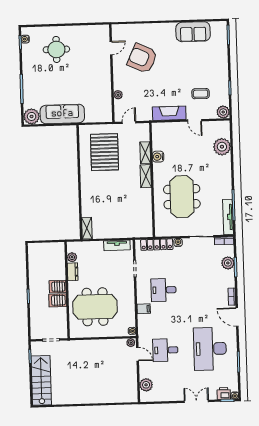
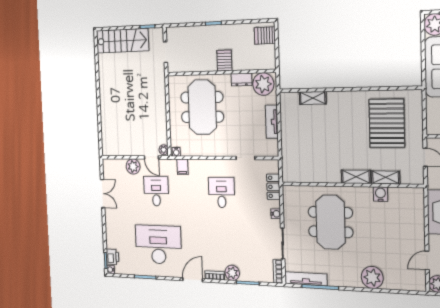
door: (195, 120) -> (427, 261), moved
plant: (222, 147) -> (372, 277), moved
pallet: (105, 152) -> (387, 123), turned 90
meeting table: (182, 197) -> (330, 222), turned 90
shelving: (87, 228) -> (313, 98), moved
tv unit: (117, 245) -> (272, 122), moved
locker: (157, 245) -> (273, 187), width x0.66
plant: (72, 257) -> (263, 84), width x1.88, depth x1.88
plant: (228, 263) -> (232, 273), moved
server rack: (58, 300) -> (265, 35), moved, turned -90
filing cabinet: (144, 309) -> (182, 167), moved
door: (137, 354) -> (151, 157), hinge flipped
plant: (146, 385) -> (133, 166), moved
double door: (196, 401) -> (103, 194), moved

